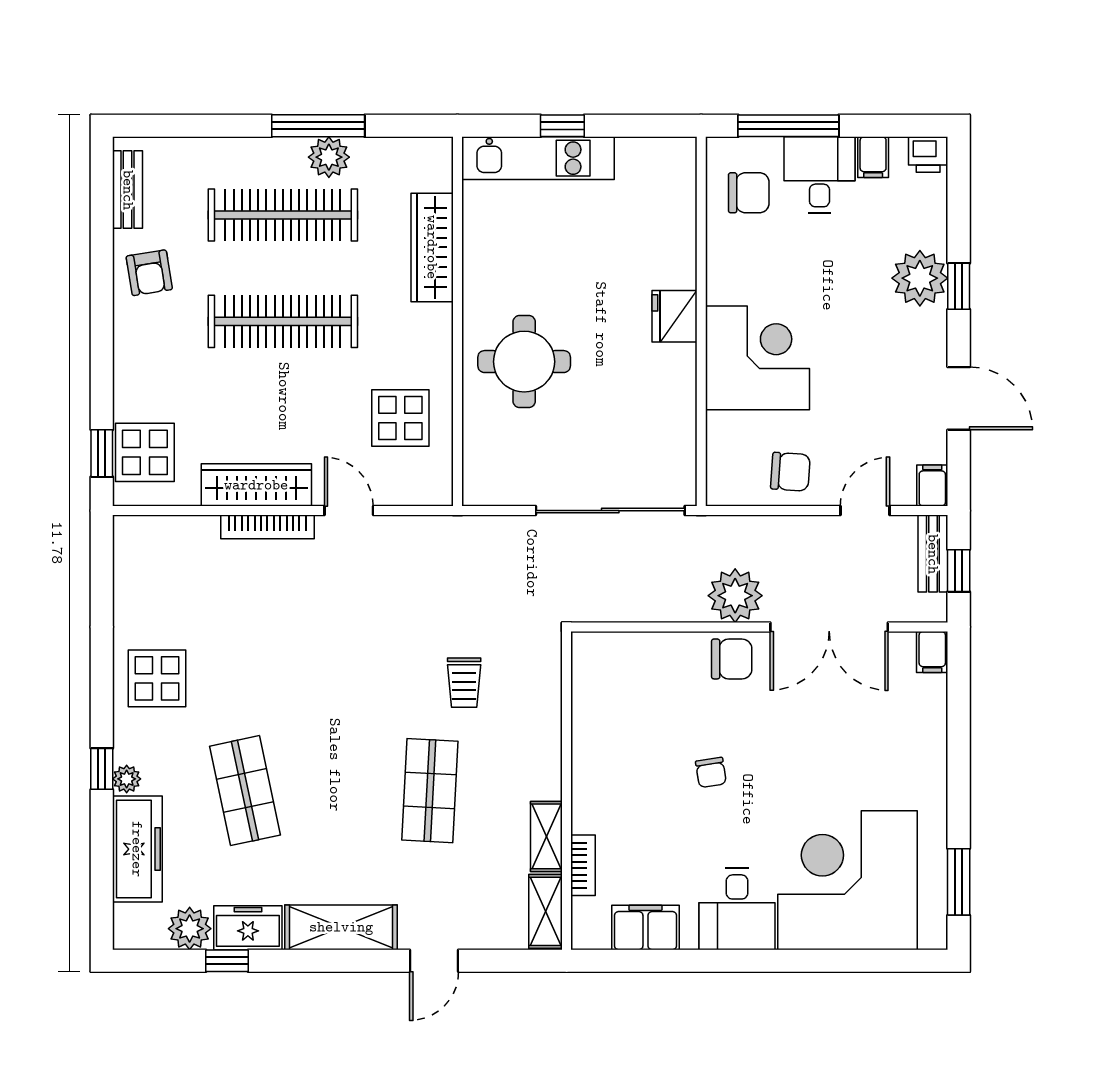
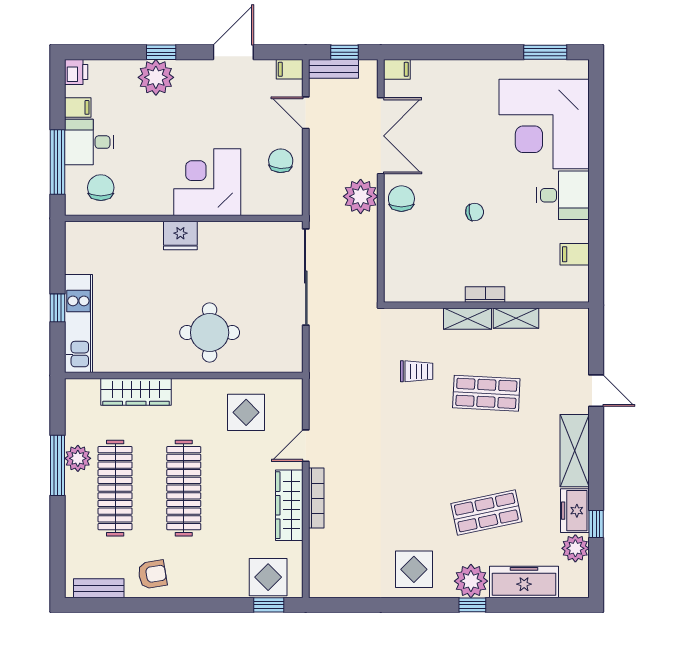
plant: (127, 779) -> (471, 581), width x1.87, depth x1.87
bookcase: (583, 865) -> (485, 294), moved
shelving: (546, 911) -> (468, 319), moved
filing cabinet: (645, 928) -> (575, 254), width x0.50

